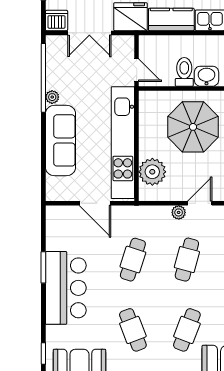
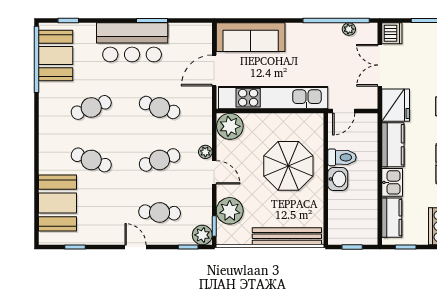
plant: (52, 97) -> (349, 29), moved
sofa: (60, 140) -> (251, 37), moved
plant: (152, 172) -> (230, 126), moved
cafe table: (187, 260) -> (160, 160), turned -33

